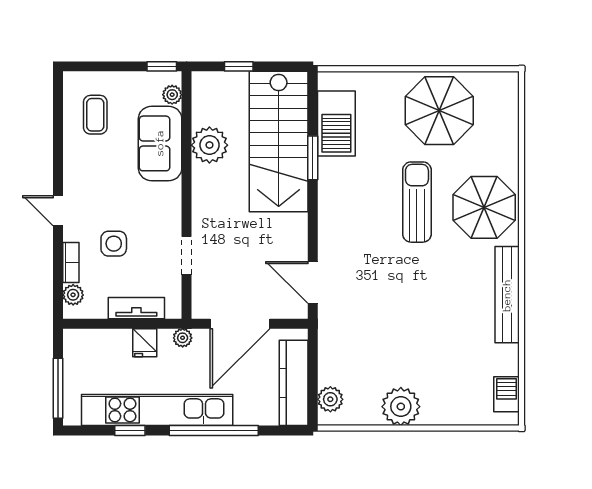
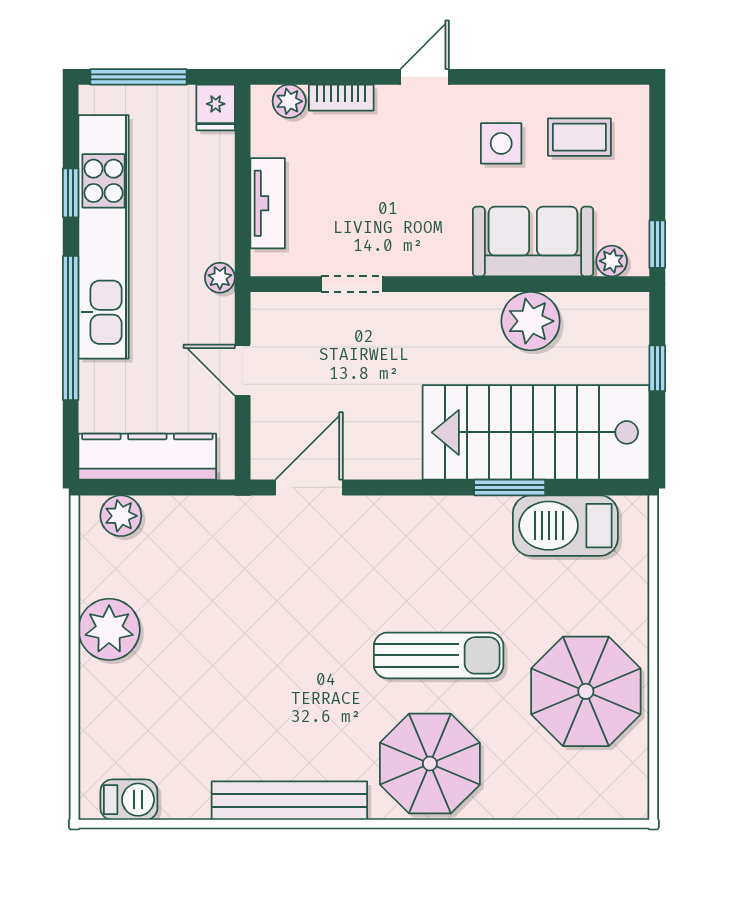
side table: (114, 244) -> (501, 143), moved
door: (240, 324) -> (243, 370), width x0.53
fridge: (145, 343) -> (216, 108), moved, turned -90

